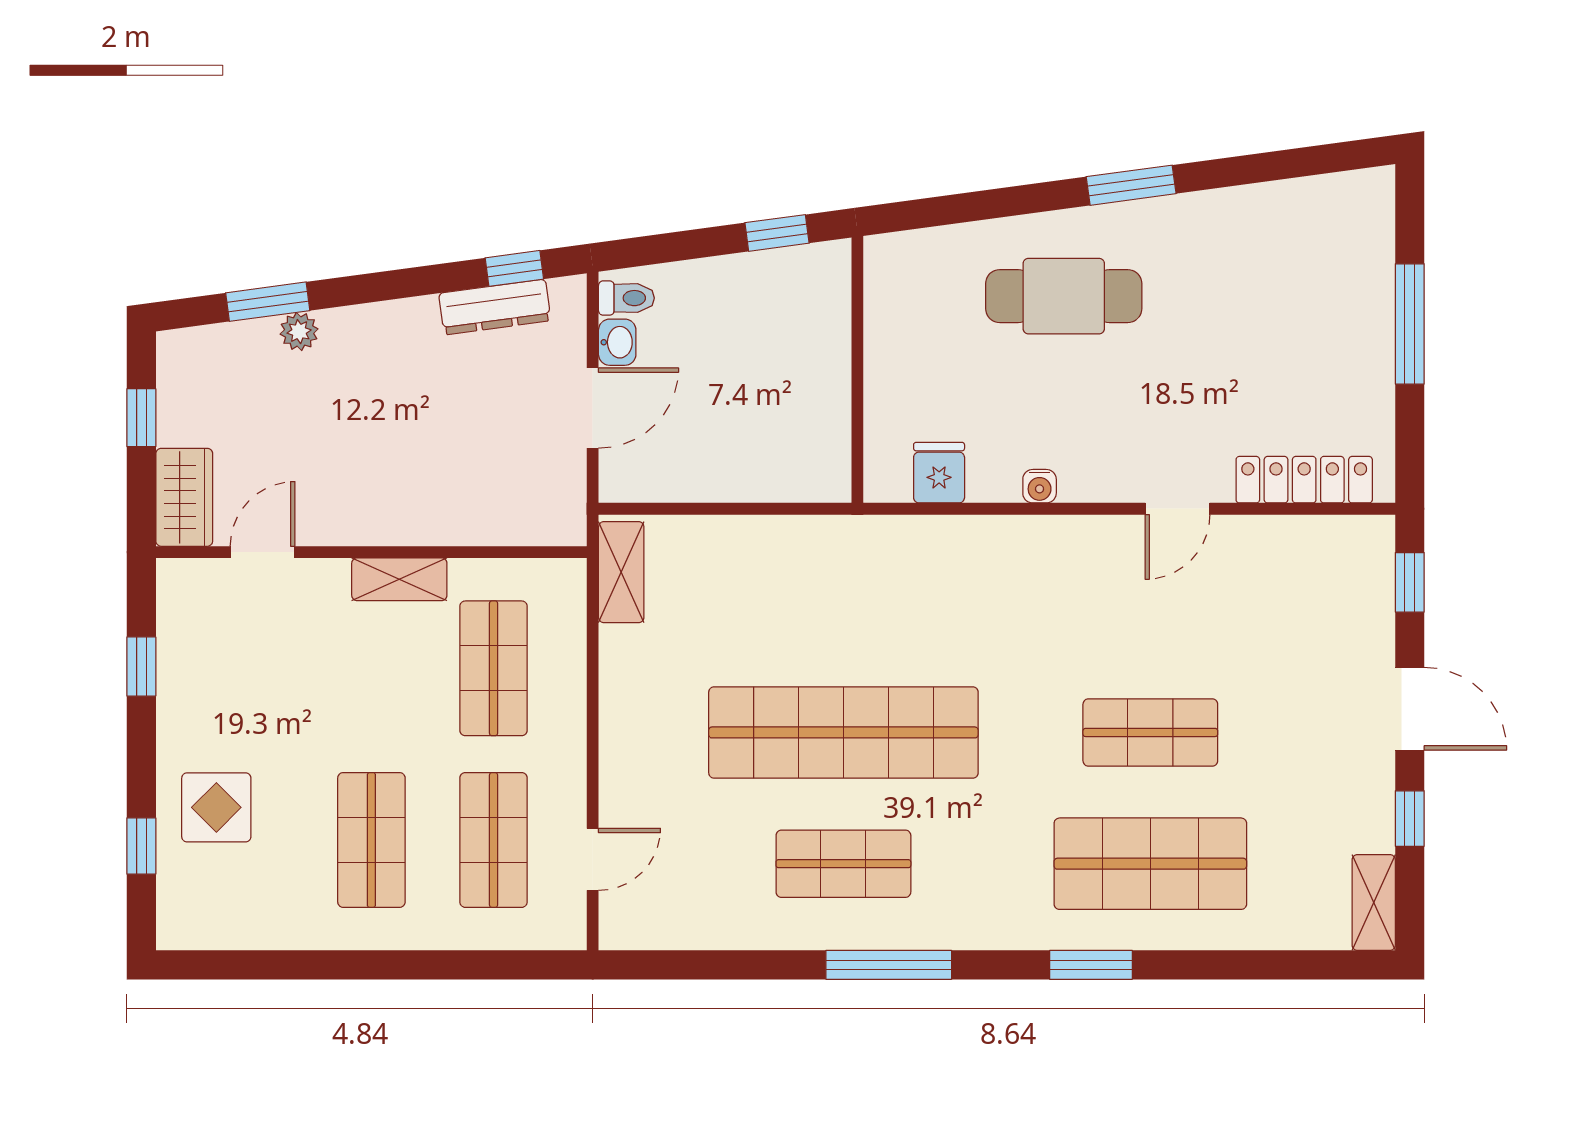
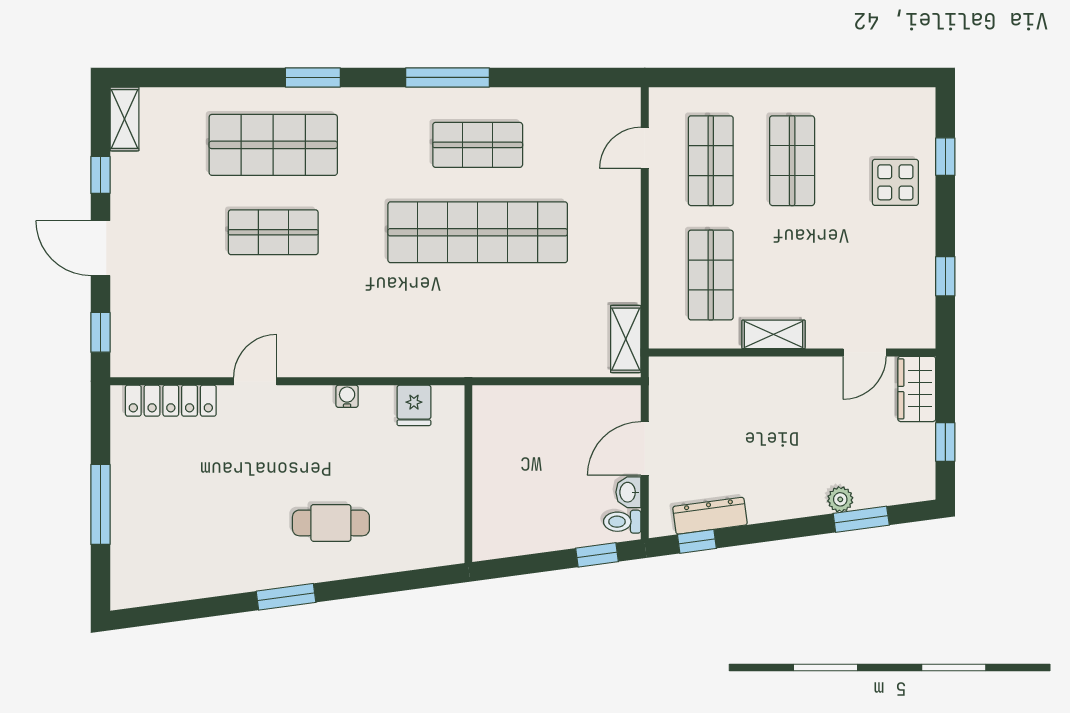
window: (777, 233) -> (597, 555), moved
cafe table: (1064, 296) -> (331, 523), width x0.73, depth x0.74

